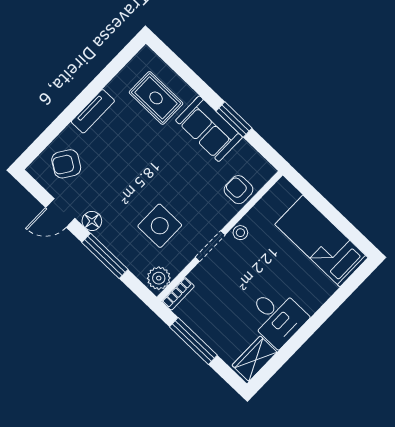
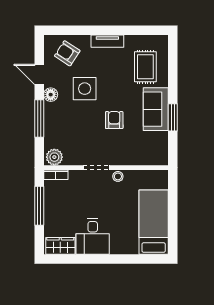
armchair: (239, 190) -> (114, 120), moved
side table: (160, 226) -> (85, 89), moved

